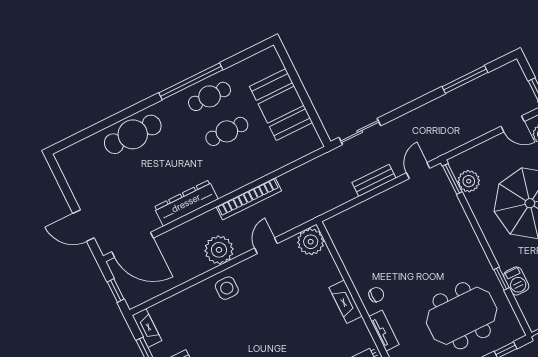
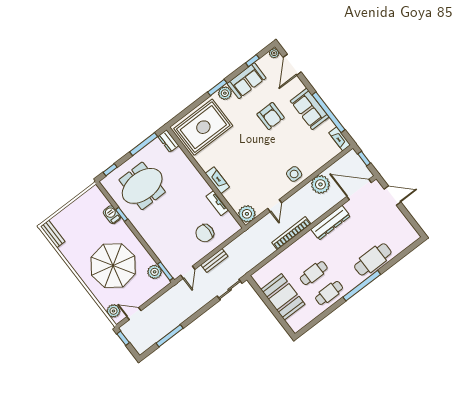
window: (191, 81) -> (362, 286), moved
plant: (219, 250) -> (320, 184), moved
chair: (376, 295) -> (205, 233), moved, width x1.87, depth x1.87
tv unit: (384, 331) -> (217, 203), moved

